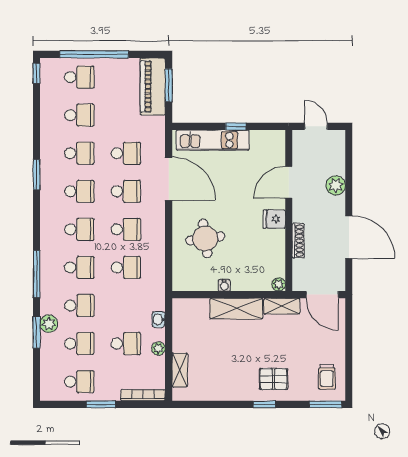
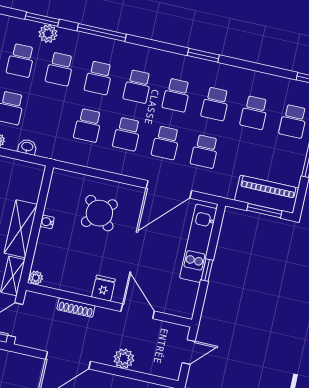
round table: (205, 238) -> (99, 213), turned -38

